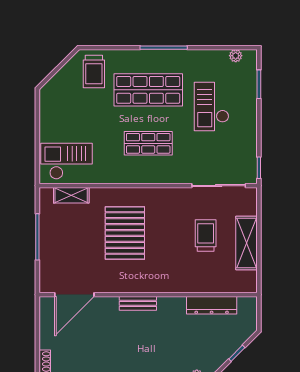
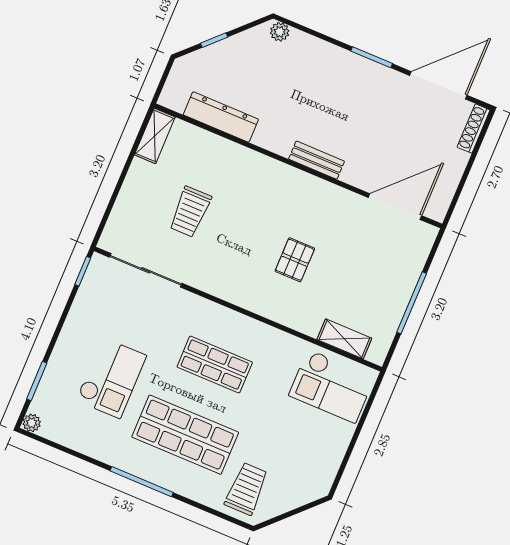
plant: (236, 56) -> (32, 423), moved
pallet: (125, 233) -> (295, 260), width x0.49, depth x0.50
shelving: (246, 243) -> (155, 136), moved, width x0.67, depth x0.75

